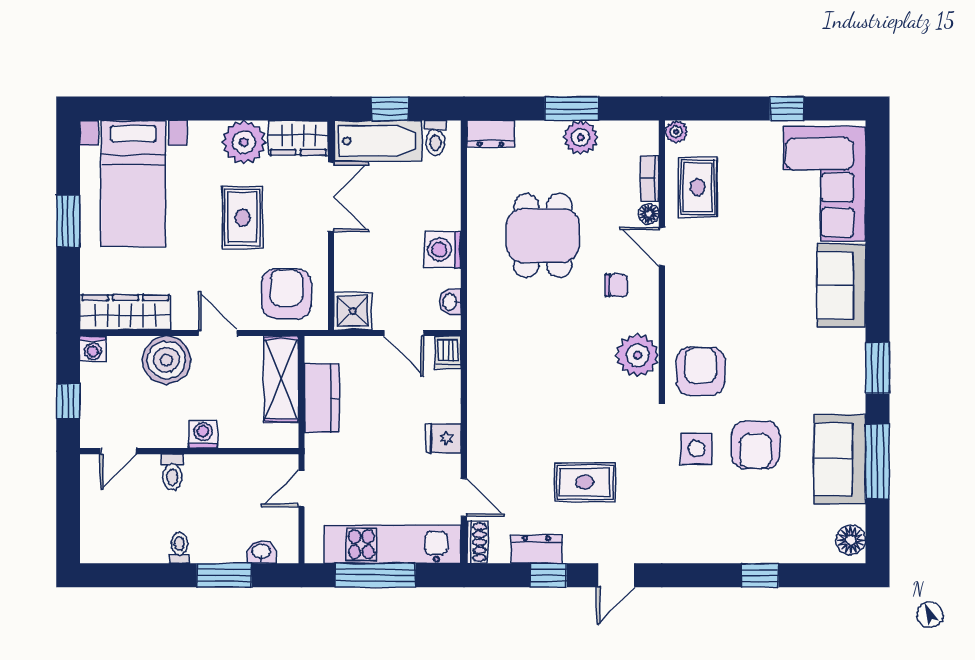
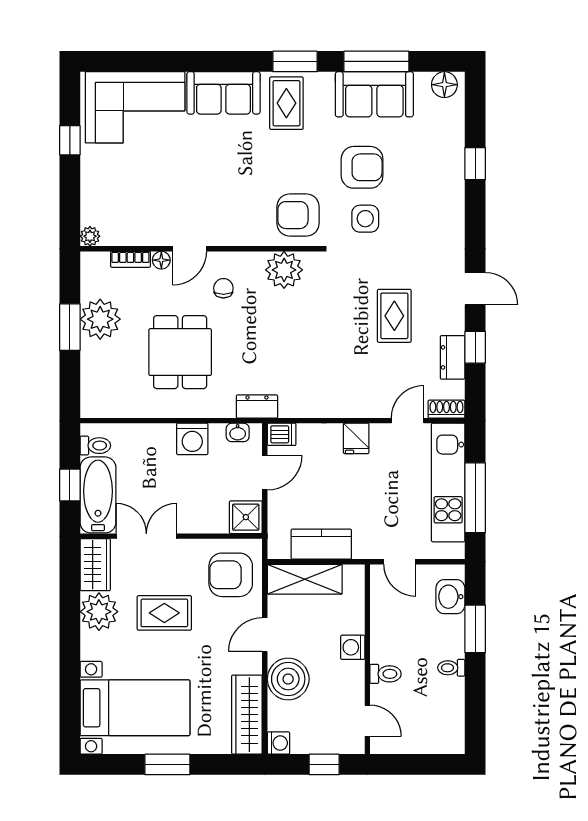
dresser: (491, 134) -> (257, 406), moved, turned -90
plant: (581, 137) -> (100, 319), width x1.36, depth x1.36
rug: (698, 187) -> (286, 103), moved, turned 90
dining table: (543, 236) -> (180, 352), turned 90
washbasin: (261, 552) -> (450, 597), width x1.38, depth x1.45

